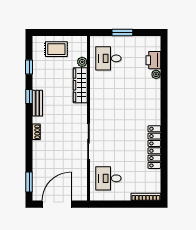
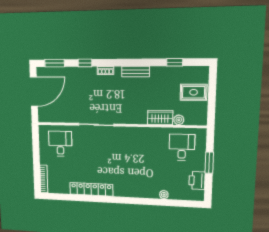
rug: (56, 49) -> (194, 92), turned 90
printer: (153, 60) -> (197, 181), moved, turned -90
wardrobe: (80, 85) -> (160, 117), width x0.67
window: (29, 97) -> (85, 63), moved
door: (57, 204) -> (34, 92), hinge flipped

